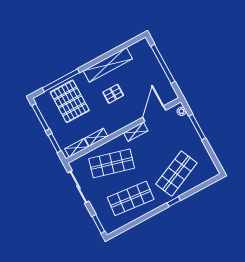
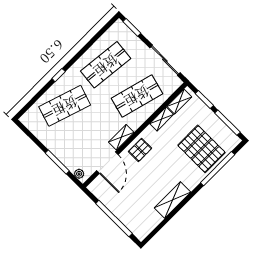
shelving: (108, 65) -> (172, 200), width x0.68
pallet: (113, 94) -> (140, 150), moved
shop shelf: (176, 174) -> (65, 106), turned 42

